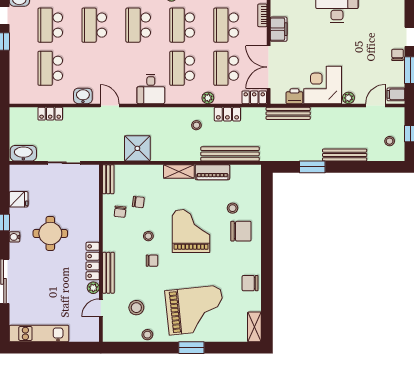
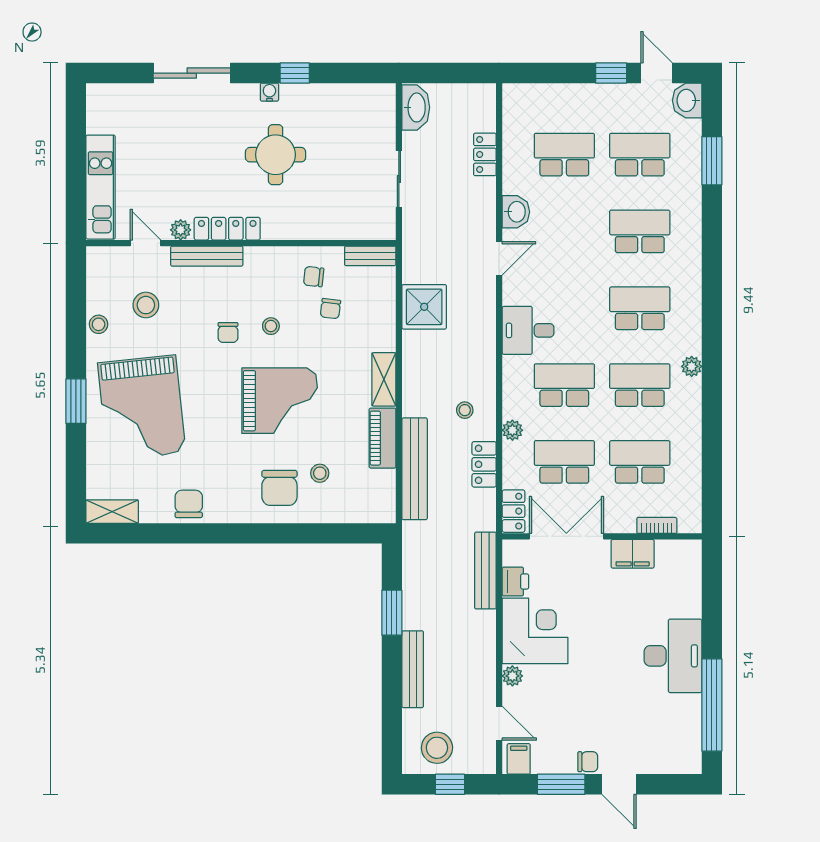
stool: (390, 141) -> (437, 748), width x1.89, depth x1.89
fridge: (19, 199) -> (335, 99), removed
kitchen unit: (39, 334) -> (101, 187), moved

